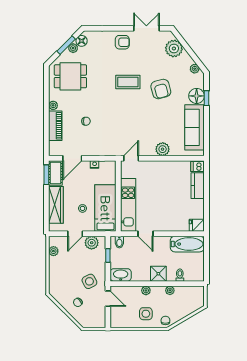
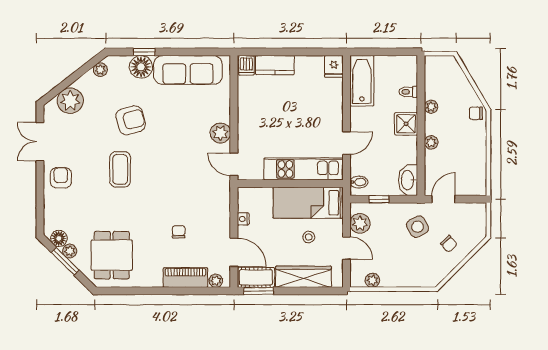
plant: (53, 105) -> (216, 281), moved
plant: (163, 149) -> (220, 133), moved
side table: (146, 314) -> (466, 142), removed

